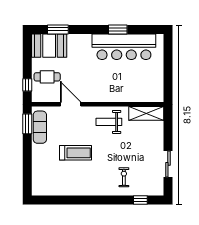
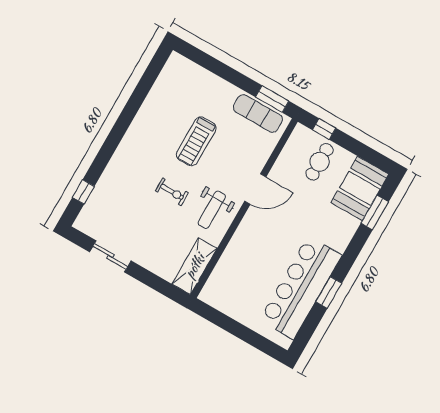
door: (71, 104) -> (255, 189), moved
weight bench: (109, 122) -> (212, 210), turned 180
exercise bike: (124, 177) -> (172, 192), moved

